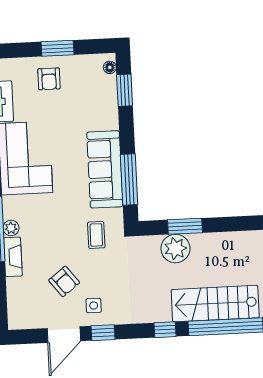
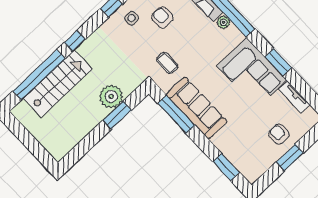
floor lamp: (110, 67) -> (247, 173), removed
armchair: (64, 281) -> (162, 17), turned 38

